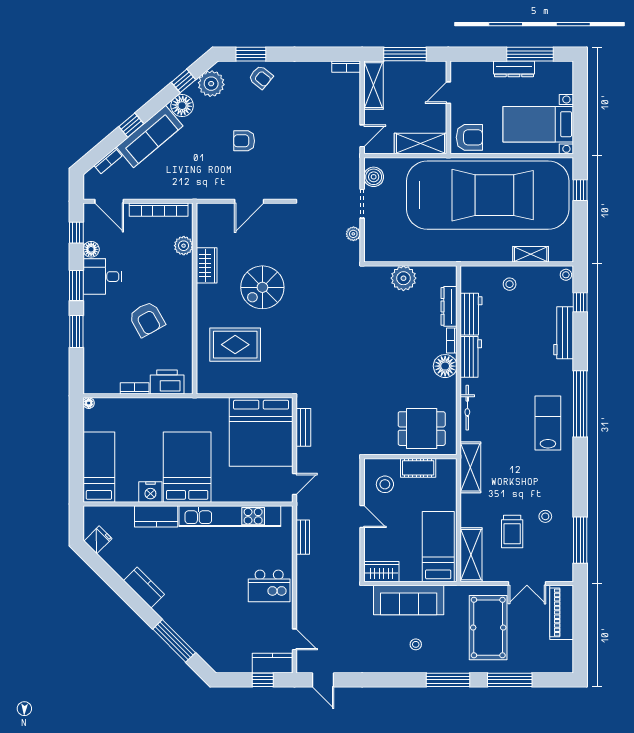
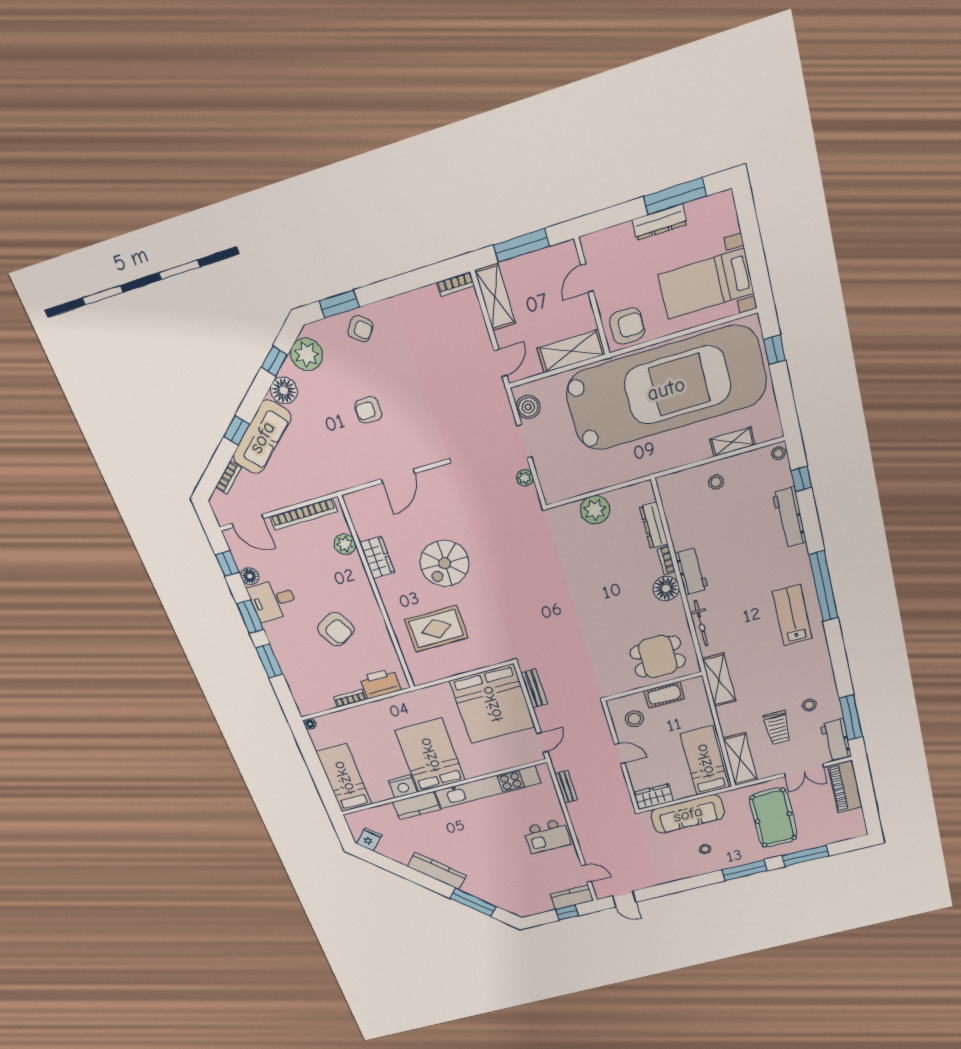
workbench: (471, 314) -> (836, 740), moved, turned 180
kitchen counter: (144, 587) -> (437, 871), width x1.50

